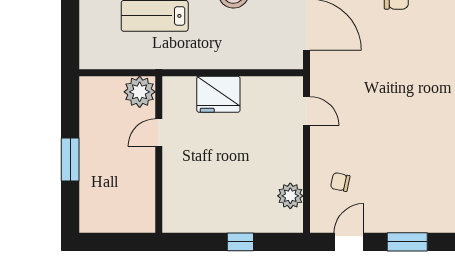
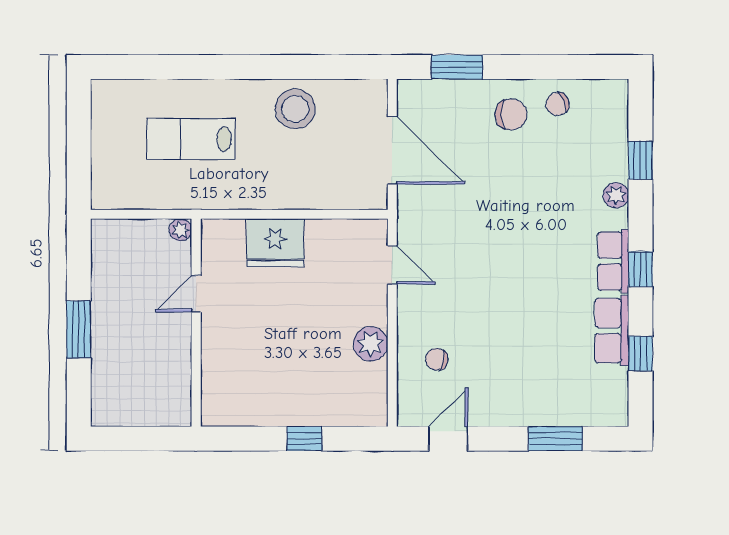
plant: (140, 92) -> (180, 230), width x0.53, depth x0.53
plant: (290, 196) -> (371, 344), moved
window: (407, 242) -> (555, 439), moved

